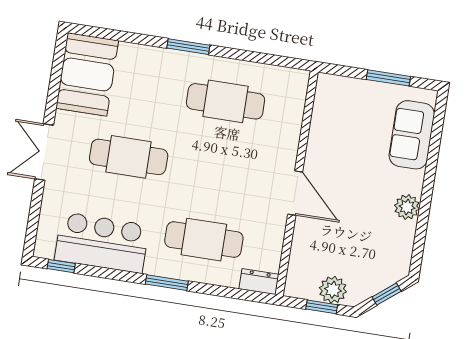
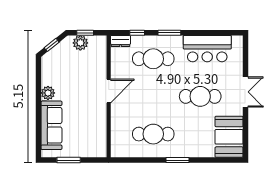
sofa: (412, 135) -> (51, 125), width x1.36
door: (295, 193) -> (109, 91), swing flipped
window: (61, 266) -> (137, 33), moved

